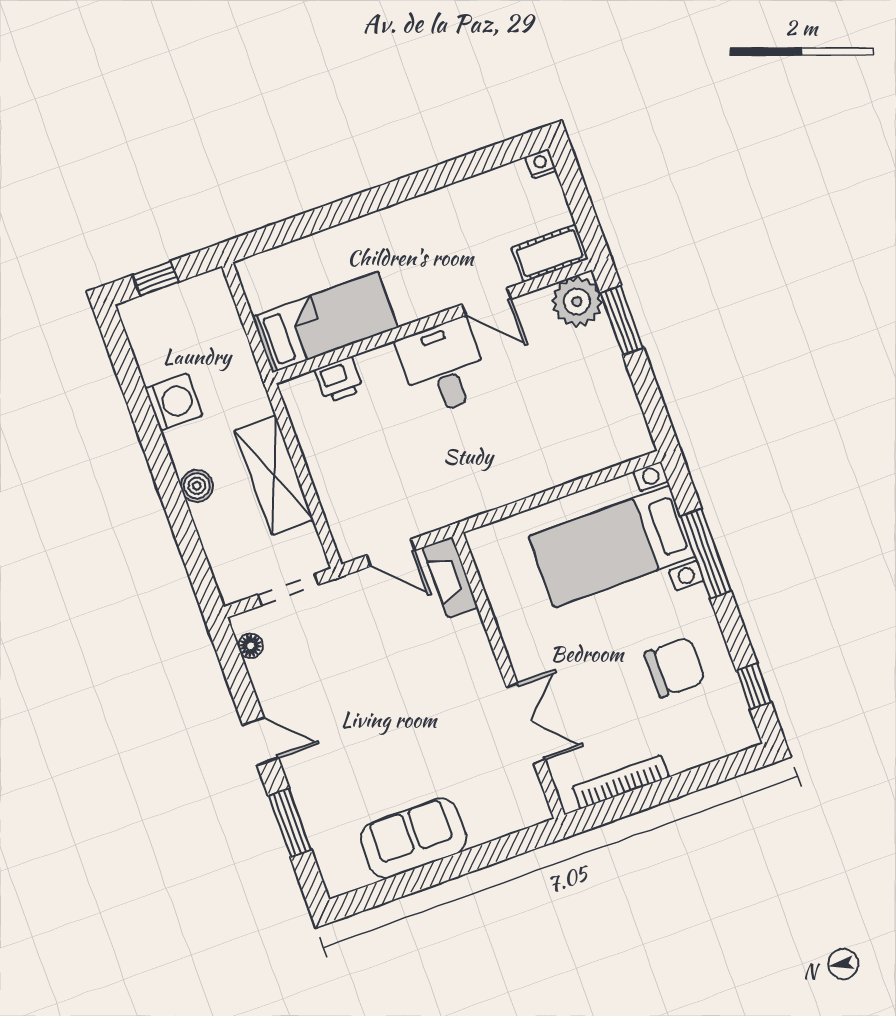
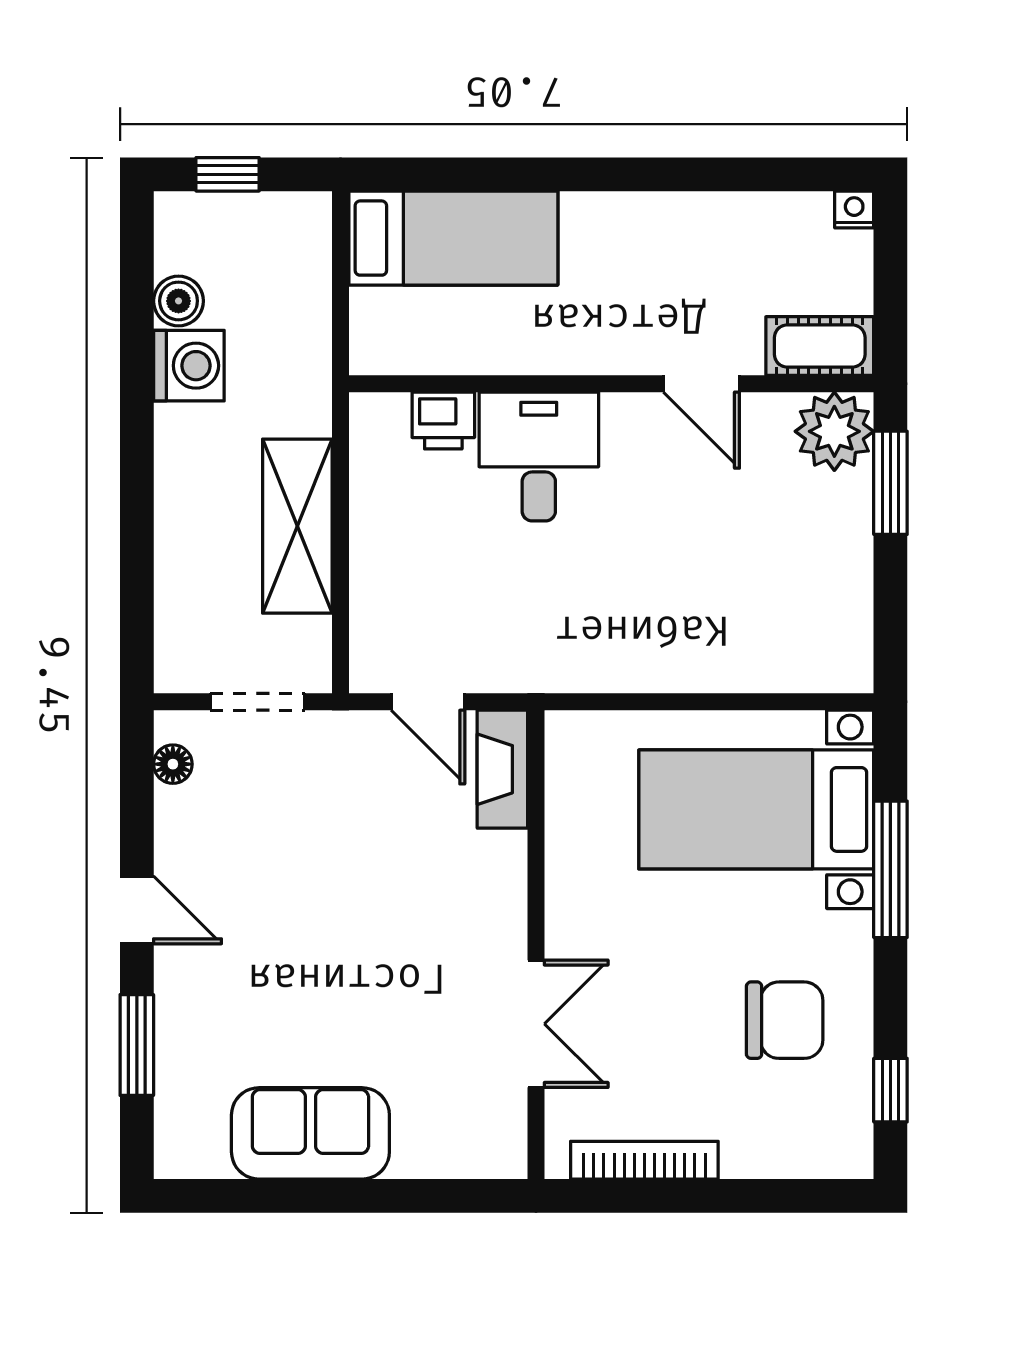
bed: (325, 322) -> (453, 238), moved
desk: (443, 367) -> (539, 456), moved
boiler: (197, 486) -> (179, 301), moved

